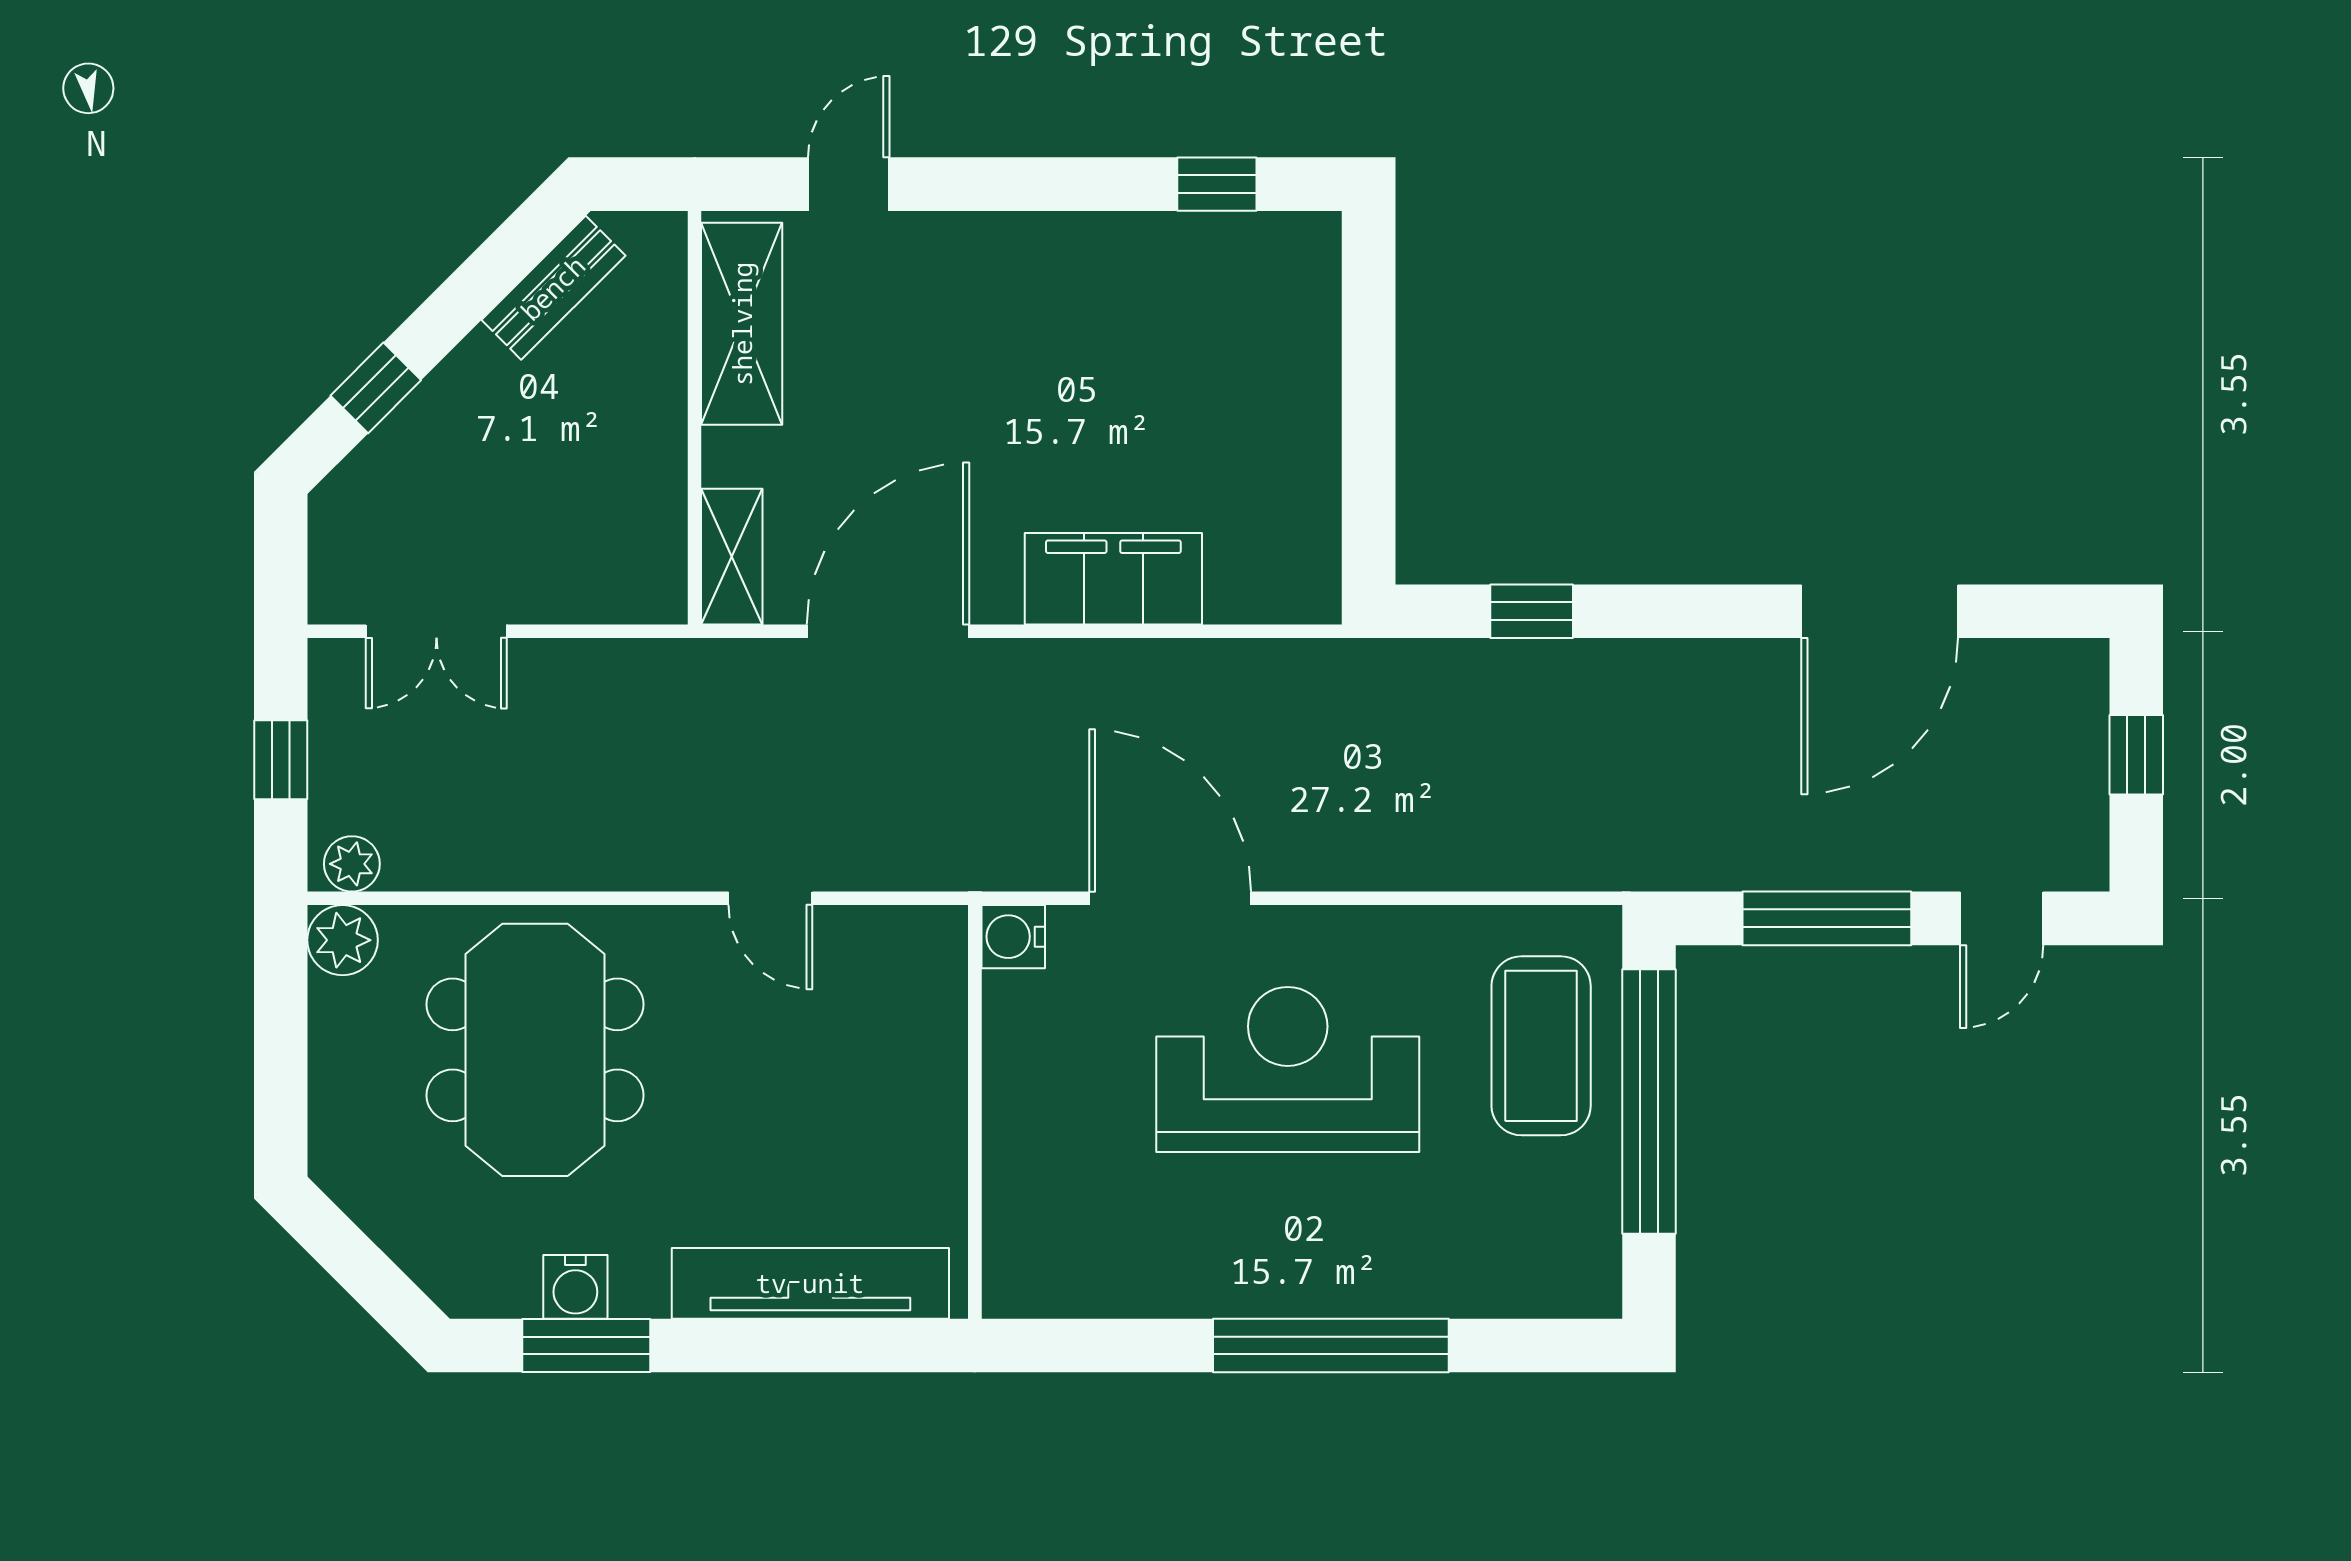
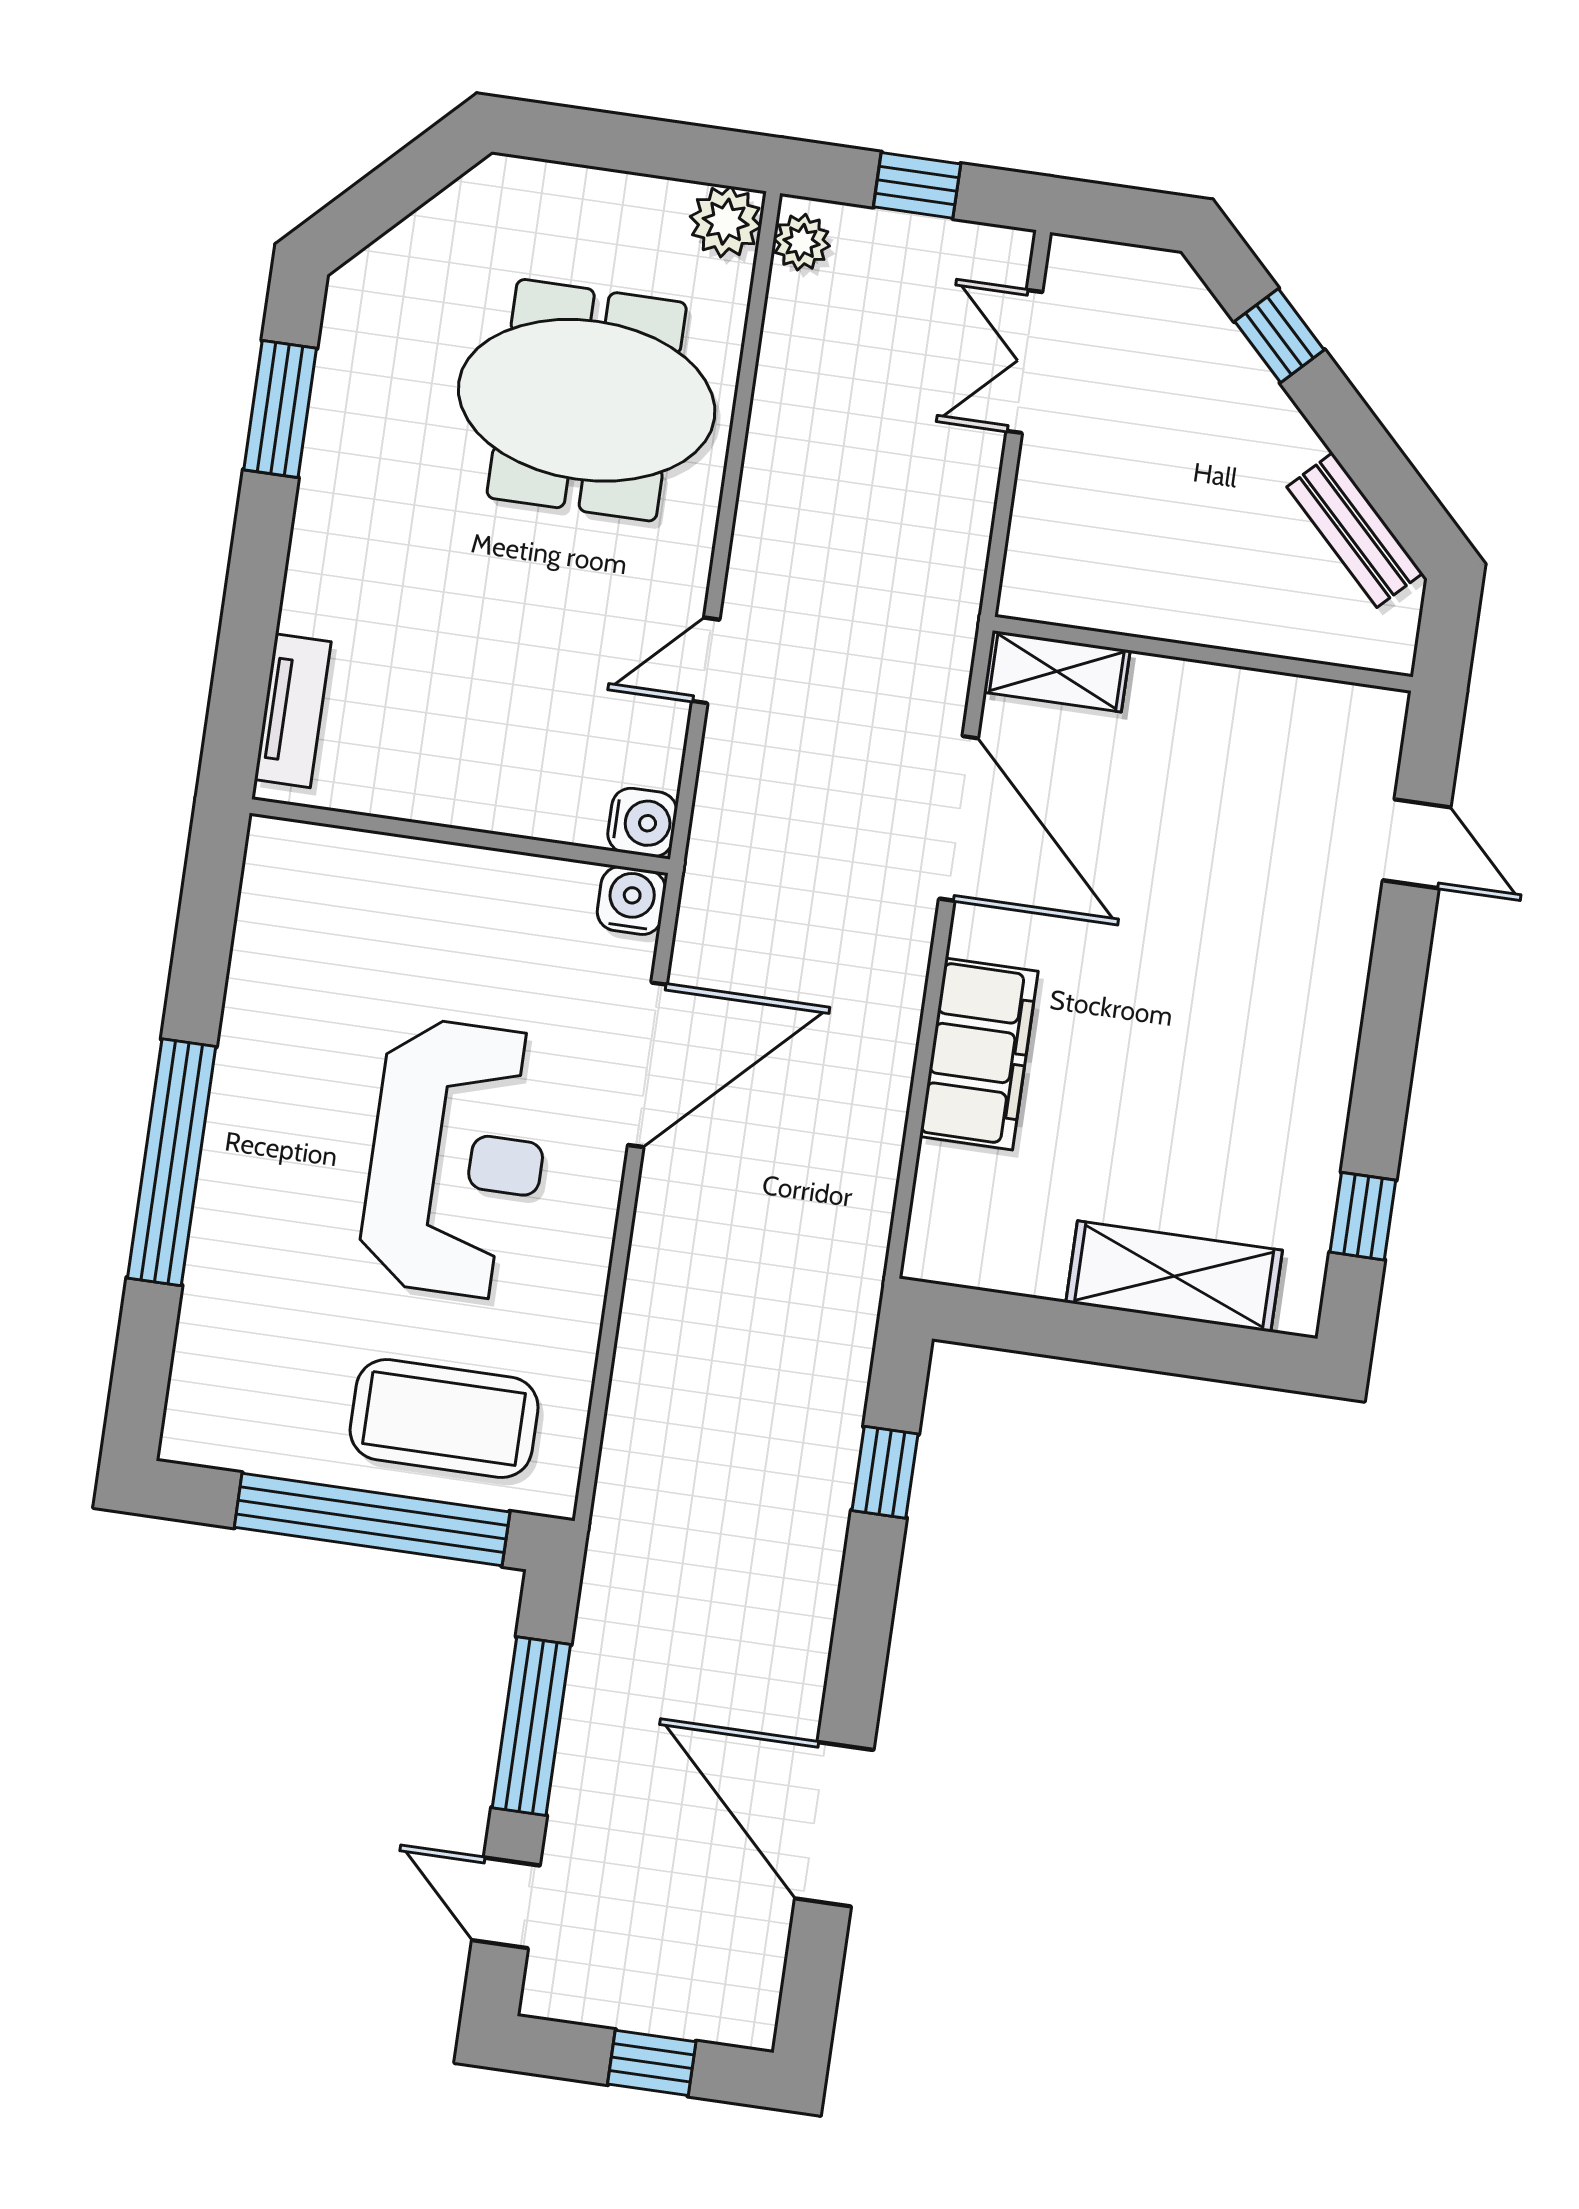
shelving: (742, 324) -> (1174, 1276), moved
tv unit: (810, 1283) -> (293, 711), width x0.52, depth x0.78
water cooler: (575, 1287) -> (642, 822), moved, turned 180

